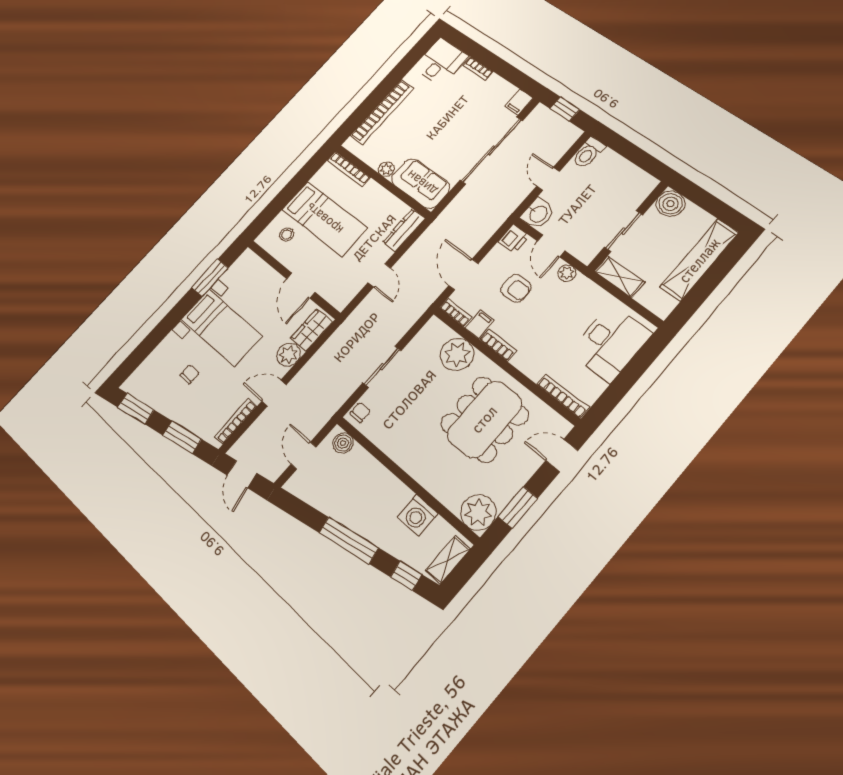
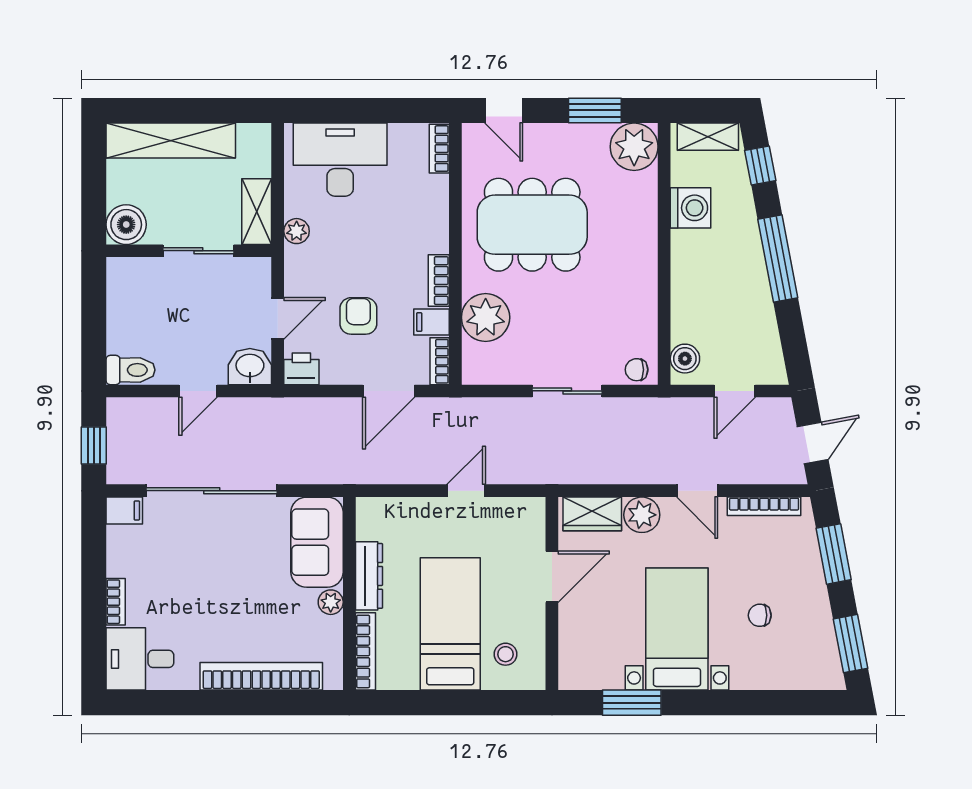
dresser: (404, 230) -> (369, 576), moved, turned -90
plant: (567, 273) -> (297, 231), moved
bookcase: (563, 396) -> (439, 149), width x0.64

